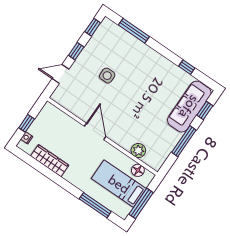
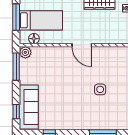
window: (184, 141) -> (16, 67), moved
plant: (138, 151) -> (25, 52), moved

